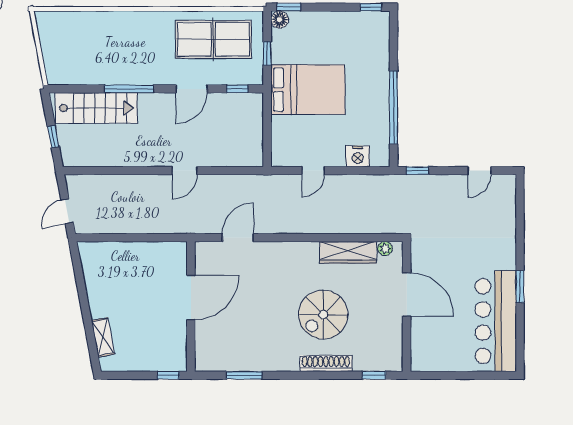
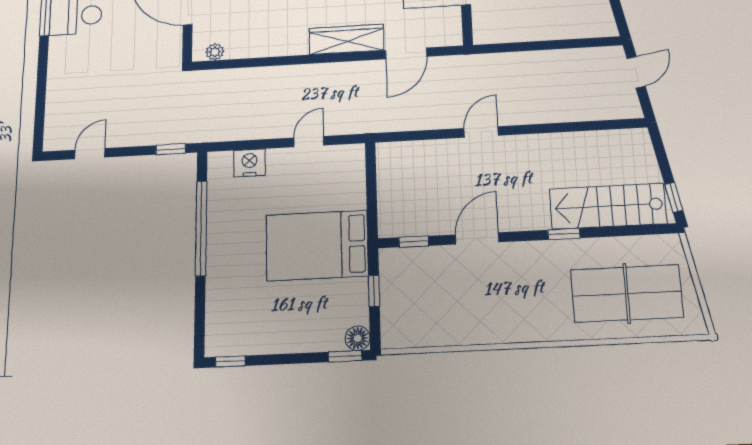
table tennis table: (213, 39) -> (627, 293), moved
window: (129, 89) -> (564, 234), width x0.46
window: (53, 137) -> (674, 197), moved
wardrobe: (348, 252) -> (346, 39), moved

